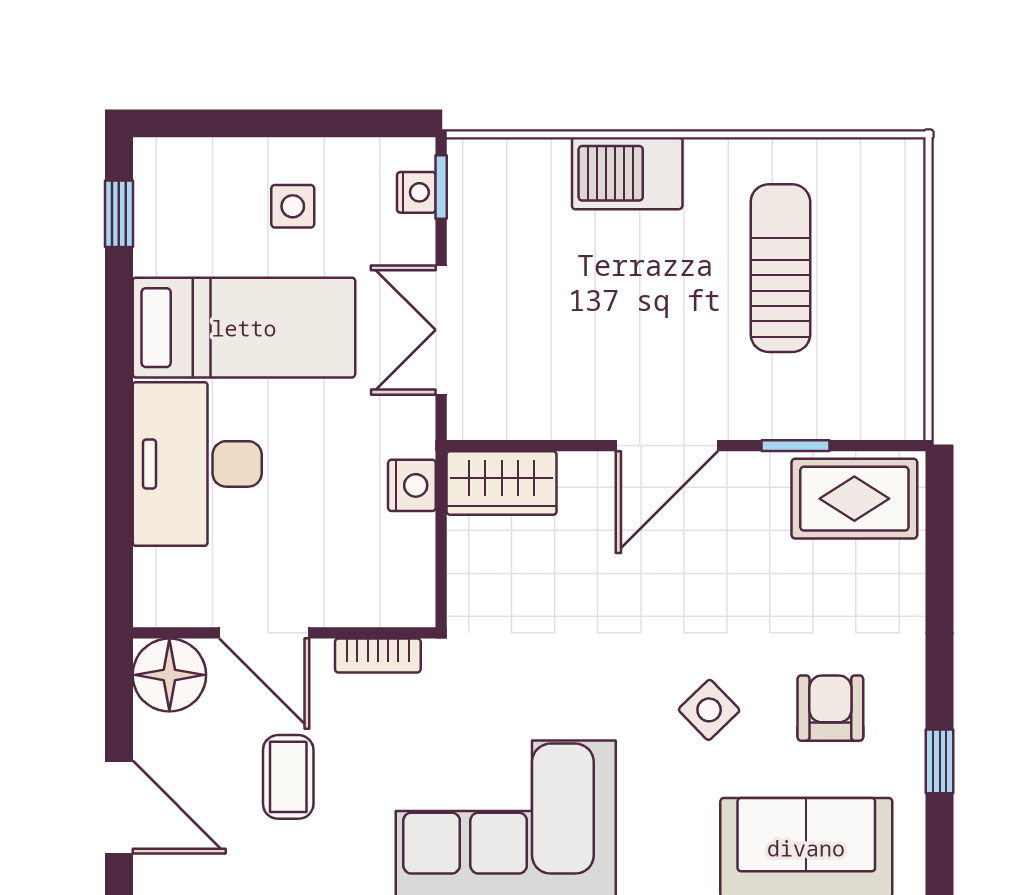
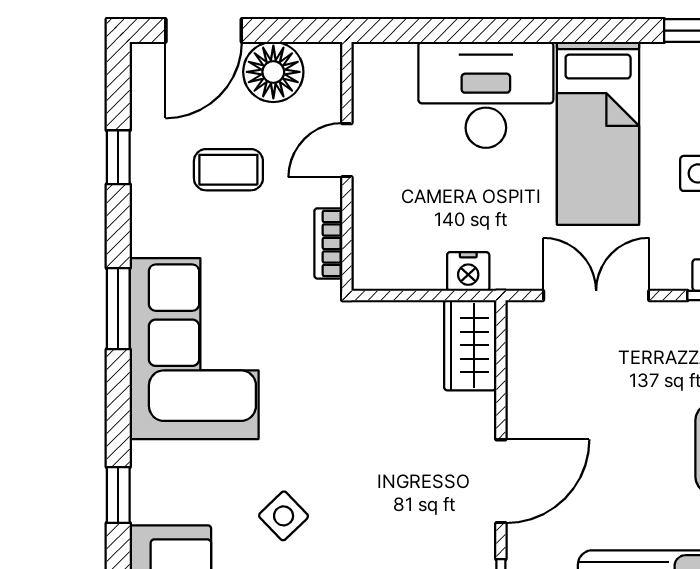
door: (667, 446) -> (501, 481), swing flipped
door: (264, 633) -> (347, 150), width x0.73
floor lamp: (169, 675) -> (273, 72), moved

